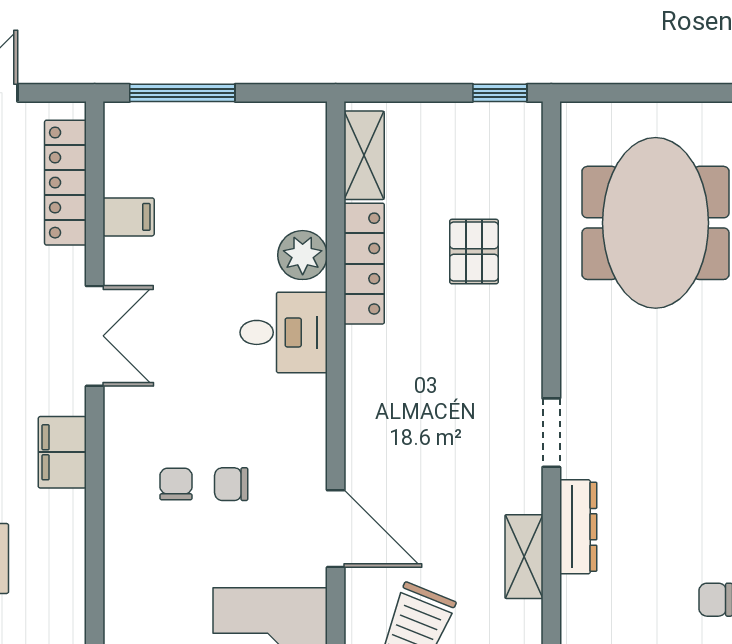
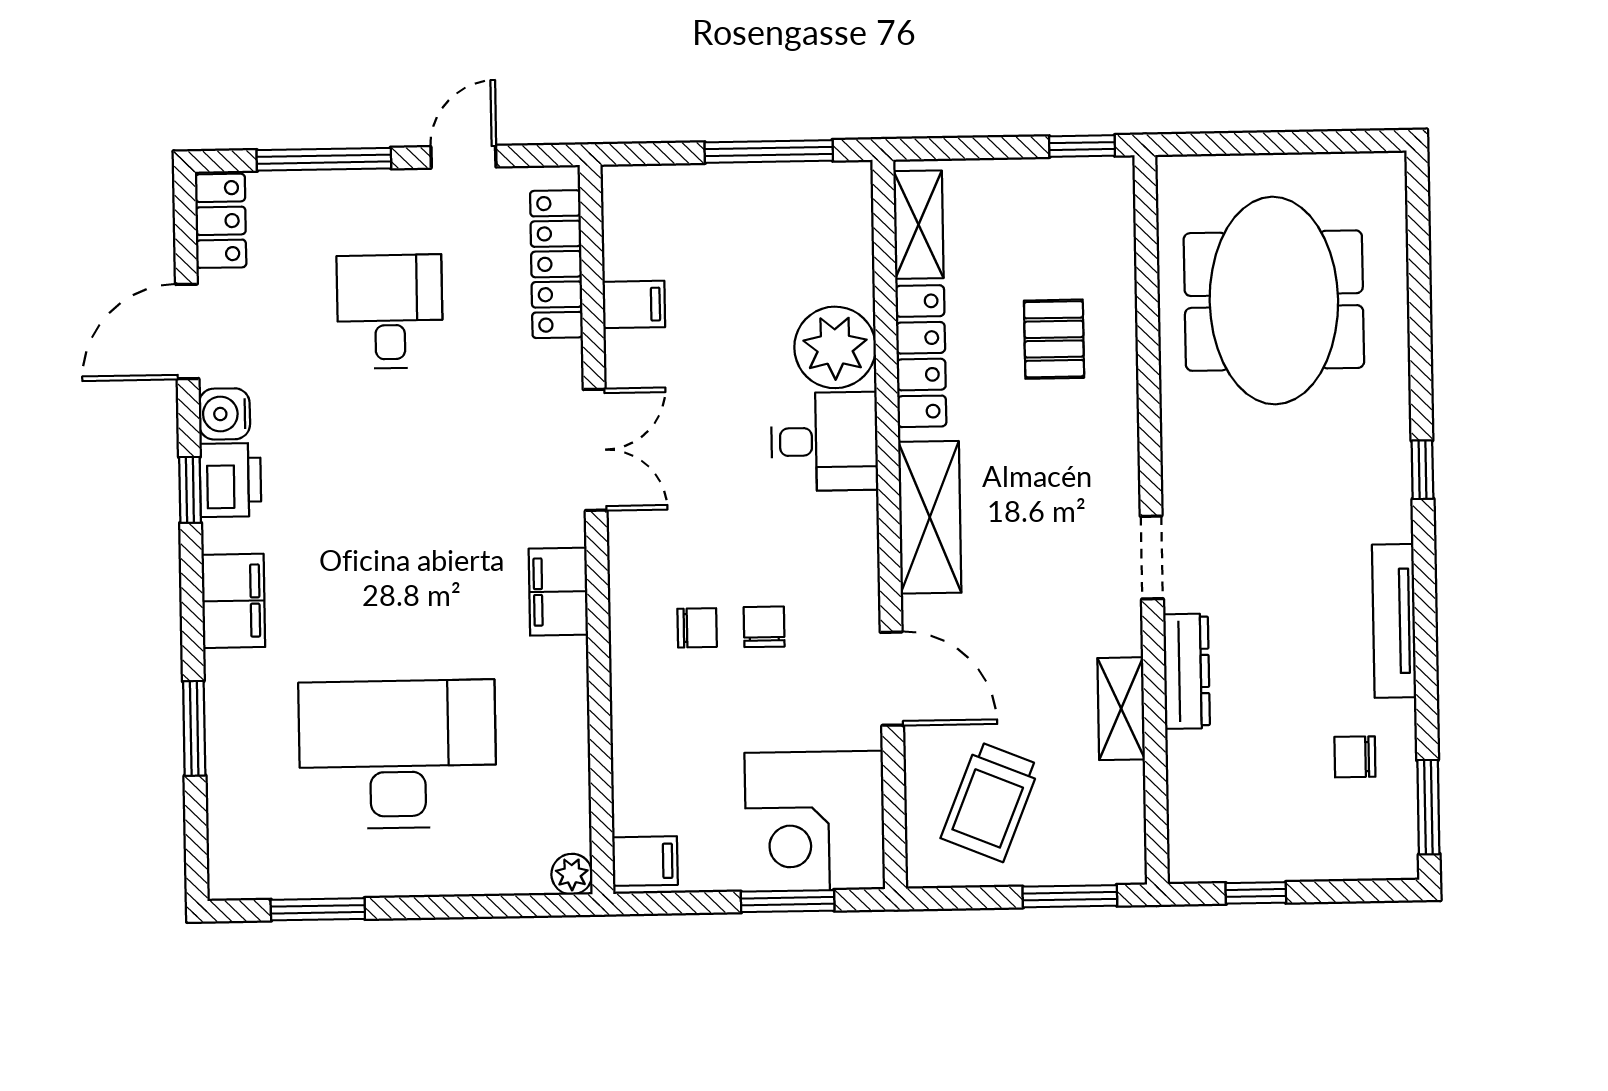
window: (182, 93) -> (769, 151), moved
plant: (303, 255) -> (835, 347), width x1.36, depth x1.36
shelving: (369, 396) -> (930, 517), added
chair: (176, 484) -> (697, 628), turned 90
chair: (231, 484) -> (764, 627), turned 90

